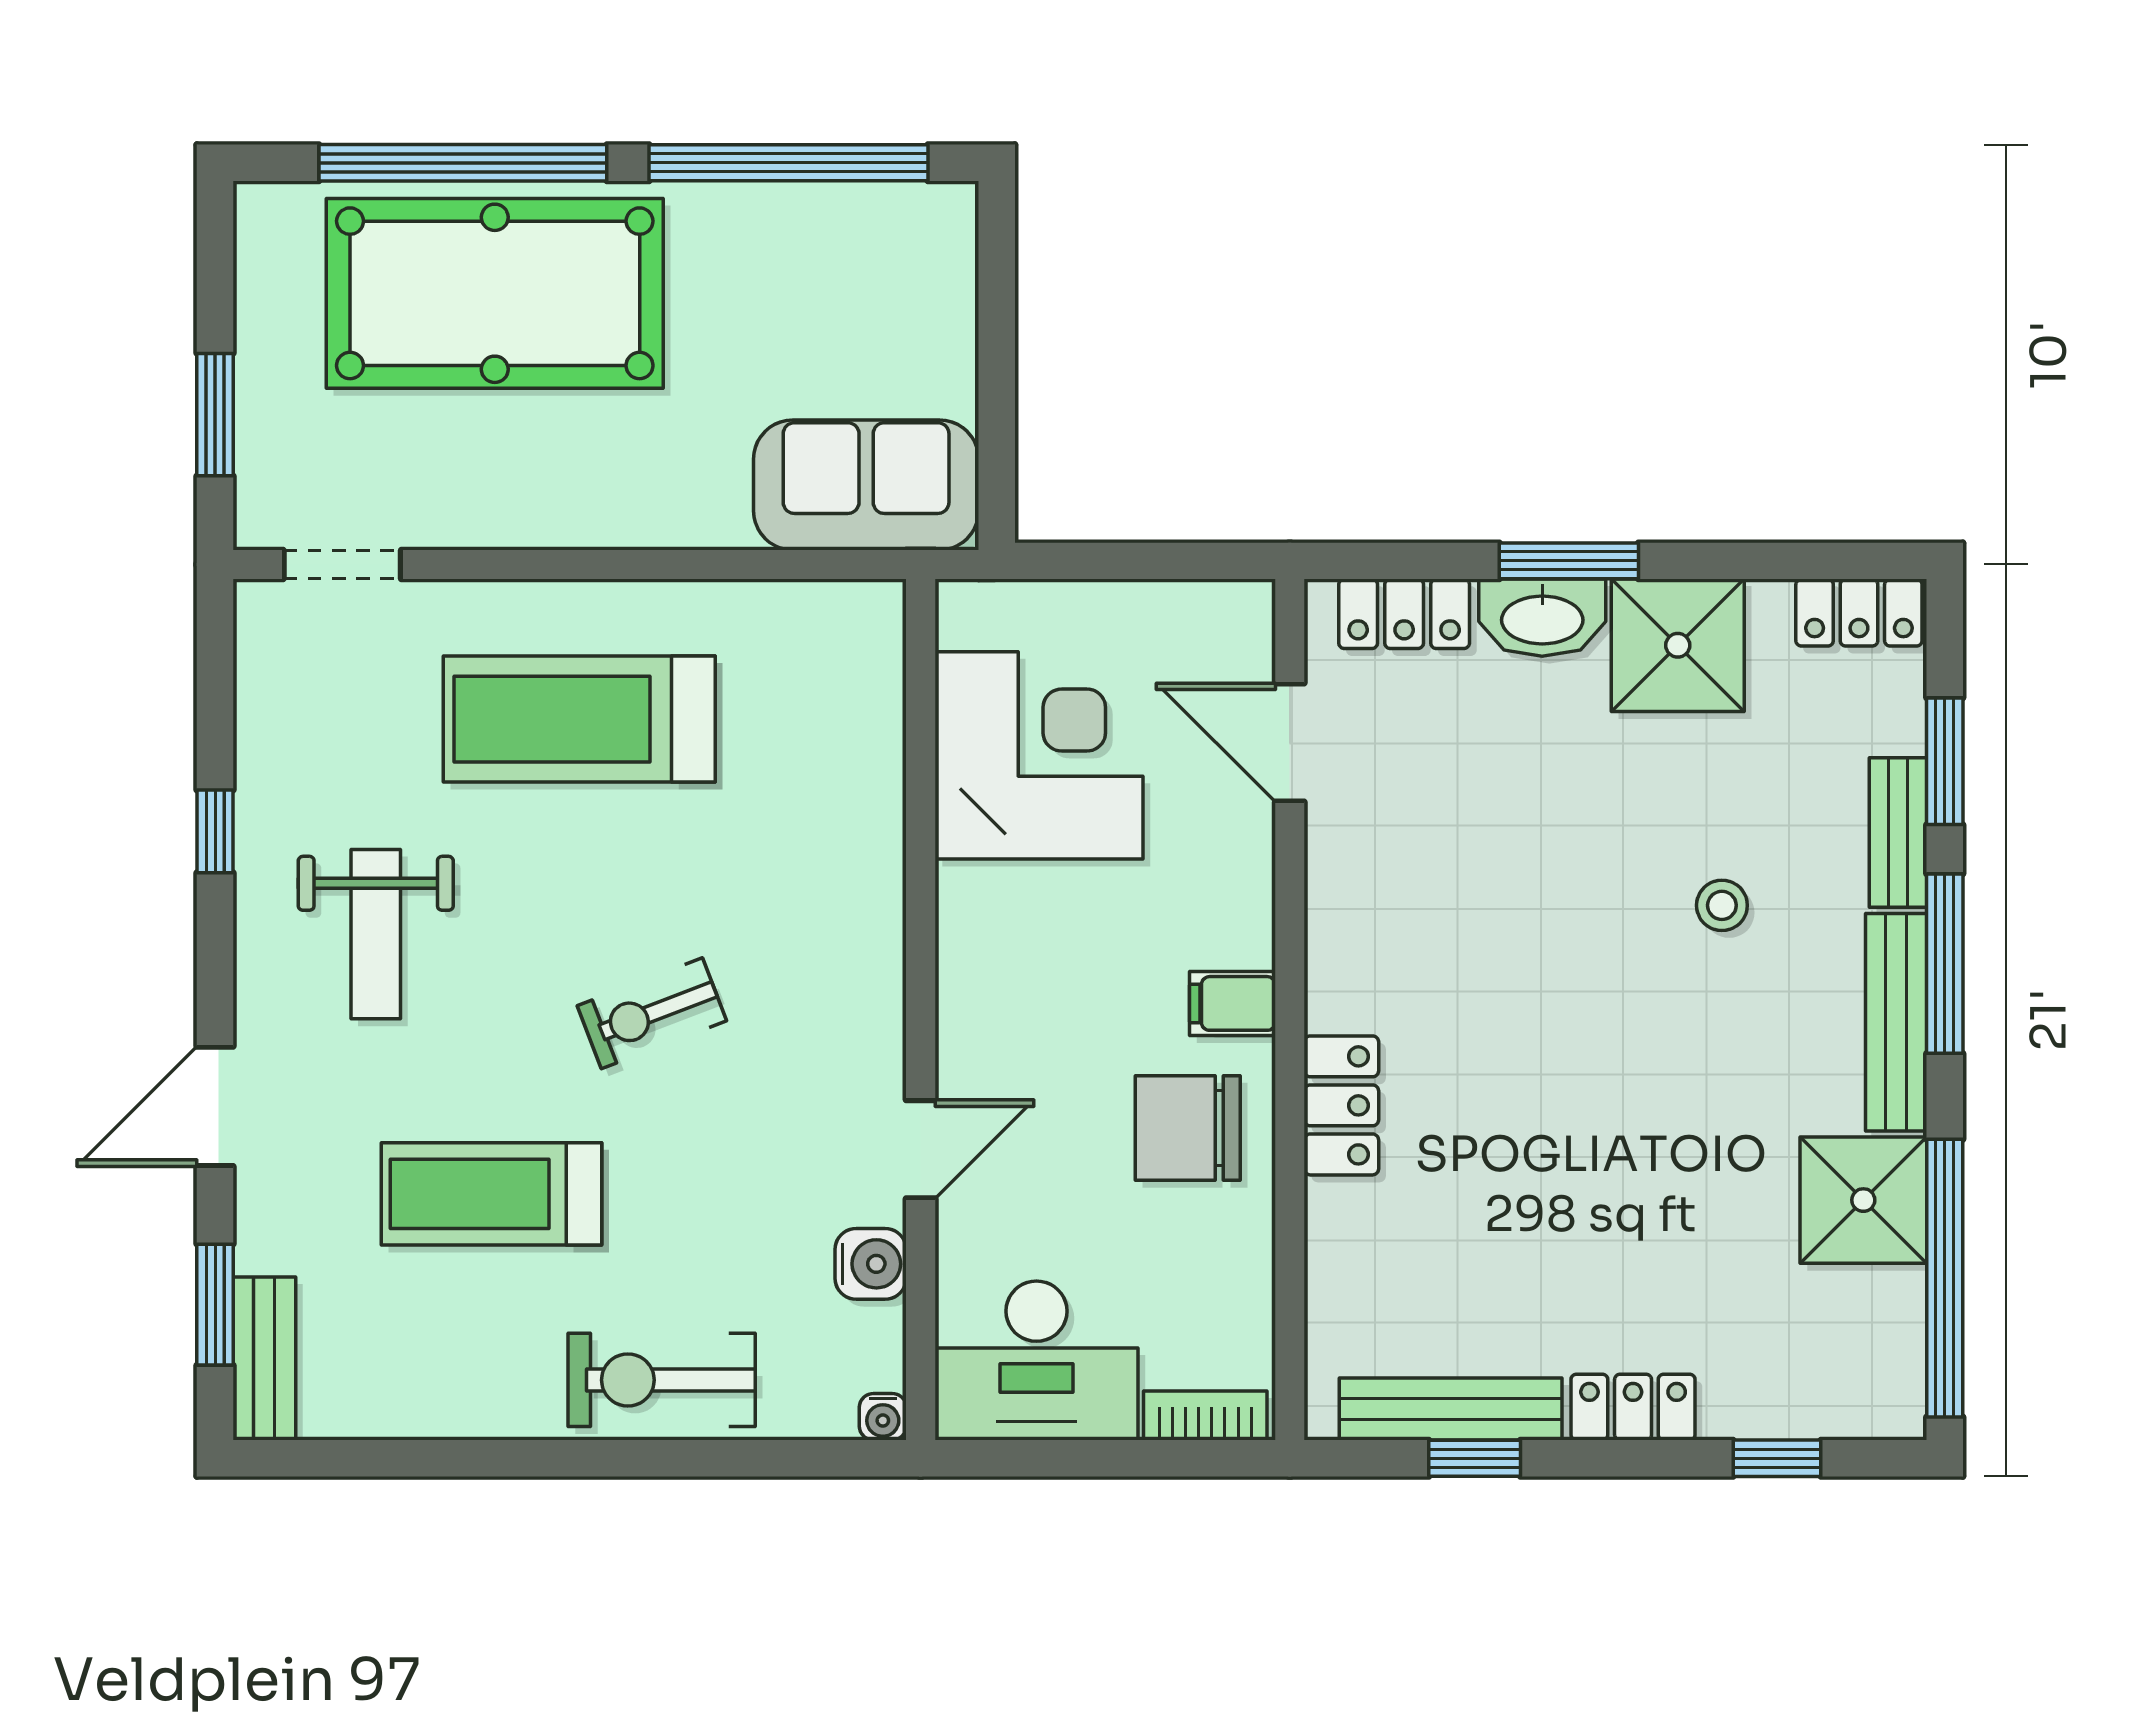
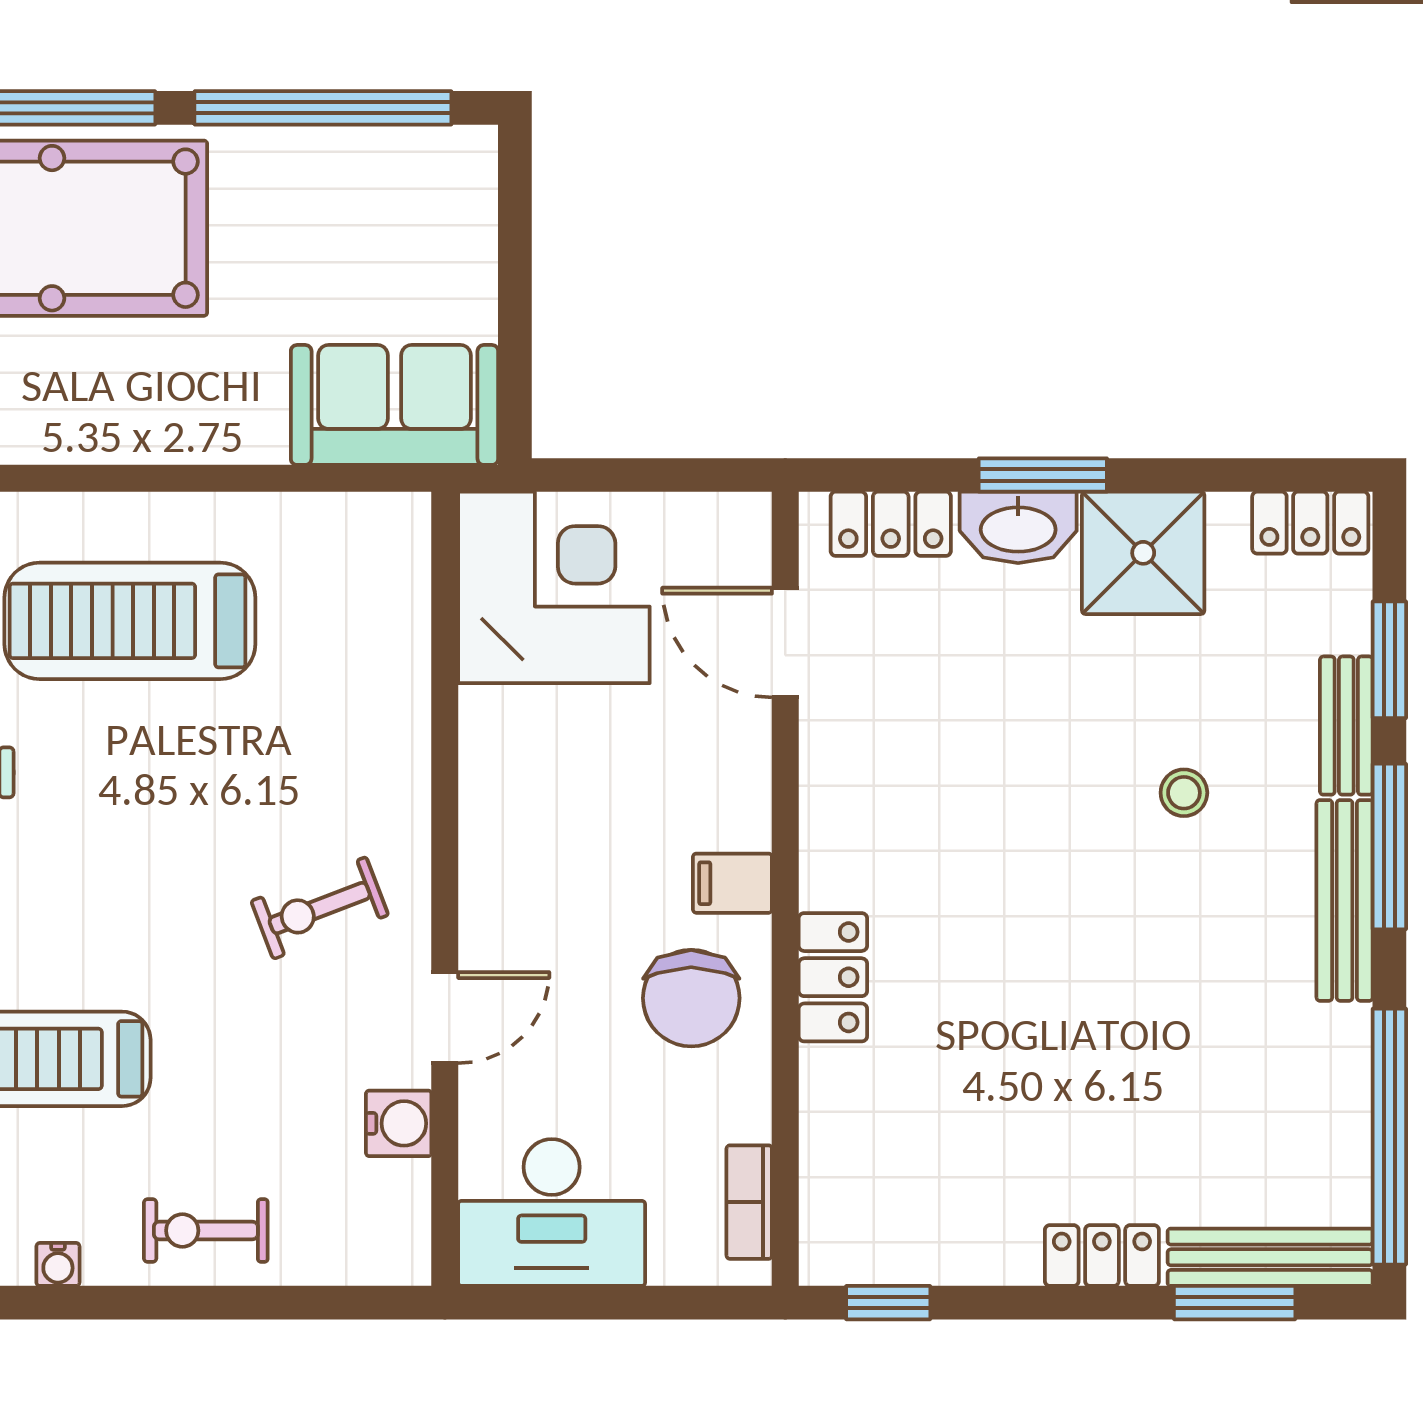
corner desk: (1039, 755) -> (554, 587), moved
exercise bike: (652, 1013) -> (320, 908), moved
chair: (1188, 1128) -> (691, 998), turned -90
shower: (1863, 1200) -> (1314, 1065), removed
exercise bike: (662, 1380) -> (206, 1231), width x0.73, depth x0.72
bench: (1451, 1409) -> (1270, 1257), moved
bookcase: (1205, 1416) -> (749, 1202), moved, turned -90
water cooler: (883, 1417) -> (58, 1264), moved
window: (1475, 1458) -> (888, 1303), moved
window: (1777, 1458) -> (1235, 1303), width x1.50

